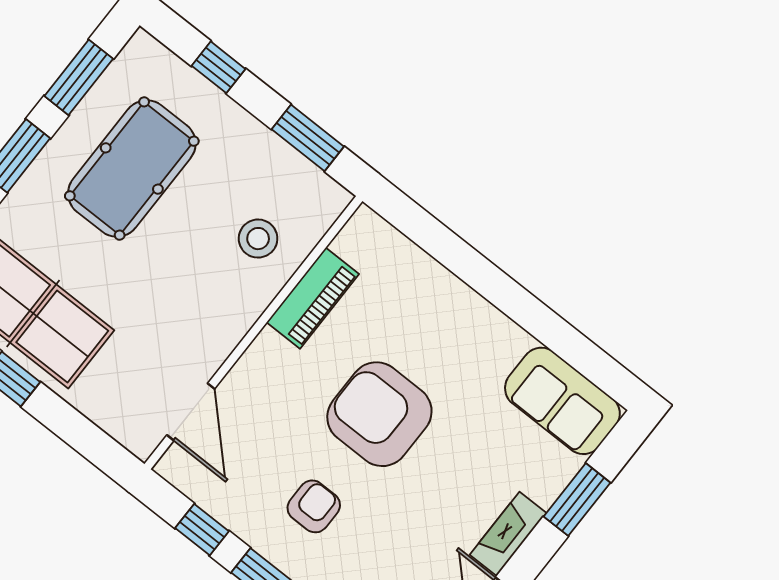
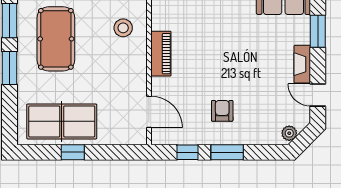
piano: (313, 298) -> (161, 54), moved
armchair: (379, 414) -> (220, 57), removed

